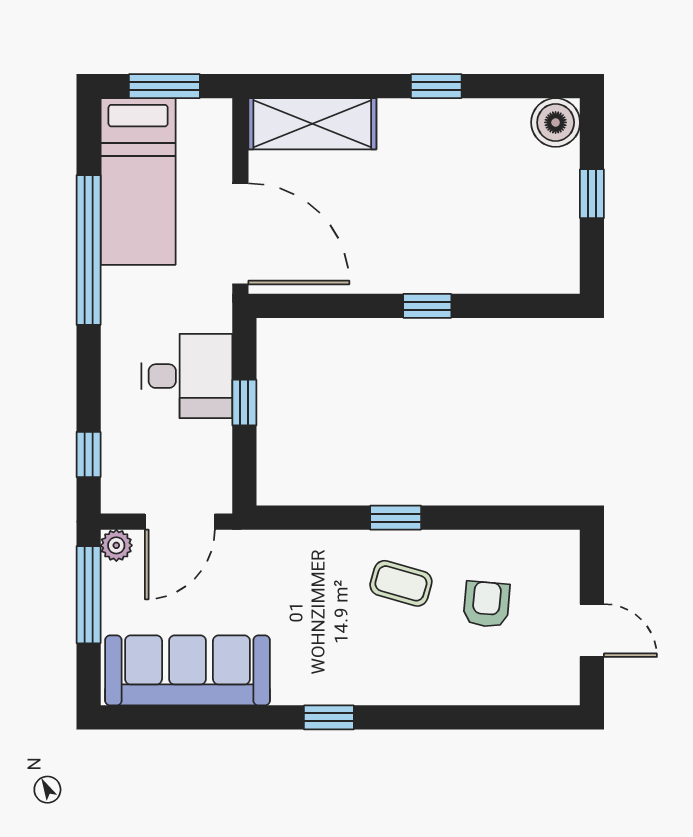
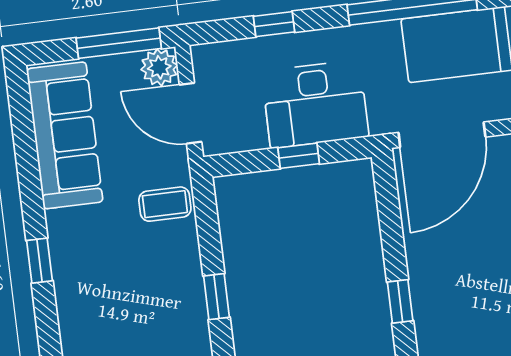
desk: (187, 376) -> (315, 104), width x1.37
window: (89, 455) -> (274, 24), moved
plant: (116, 545) -> (159, 67), width x1.38, depth x1.38
coffee table: (401, 583) -> (165, 204), moved, turned 74

